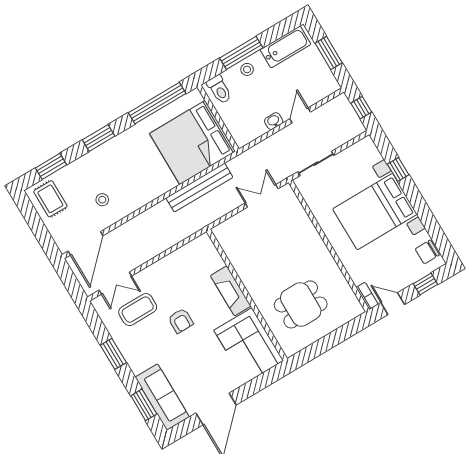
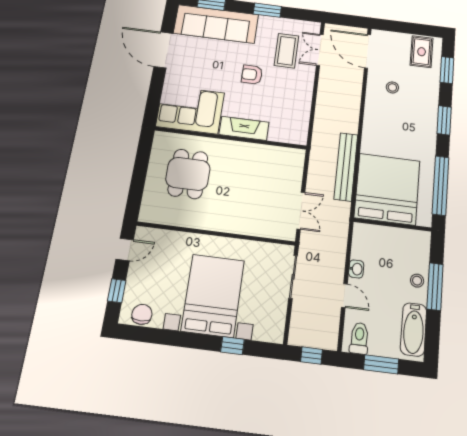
toilet: (219, 89) -> (359, 338), moved, turned 90
rug: (50, 199) -> (422, 52), turned 90
bookcase: (367, 296) -> (149, 233), removed
sofa: (162, 397) -> (216, 24), width x1.36, depth x1.27

